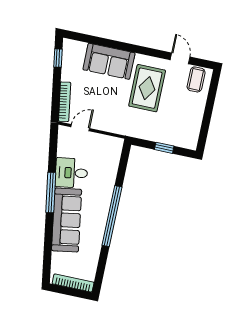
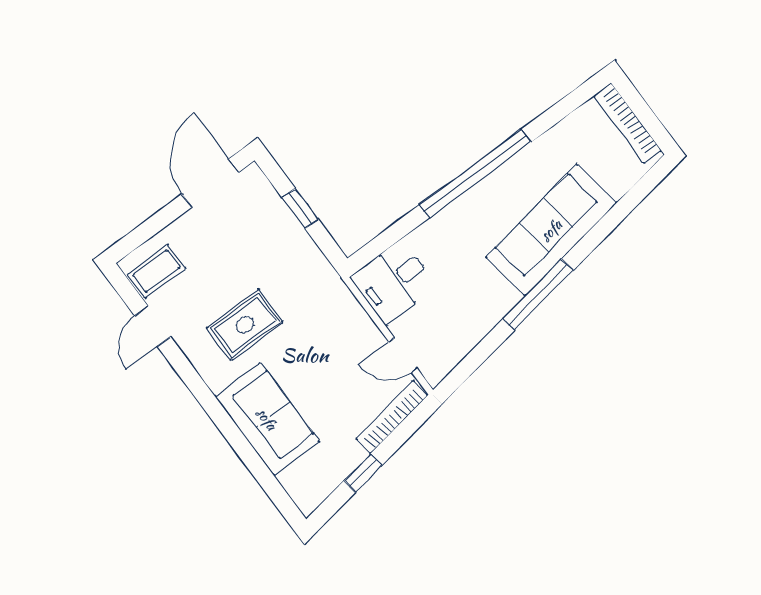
window: (58, 58) -> (363, 473), moved
rug: (147, 88) -> (245, 325), width x0.73, depth x0.70
door: (205, 128) -> (210, 183), added
desk: (71, 173) -> (394, 282), moved, turned 99

